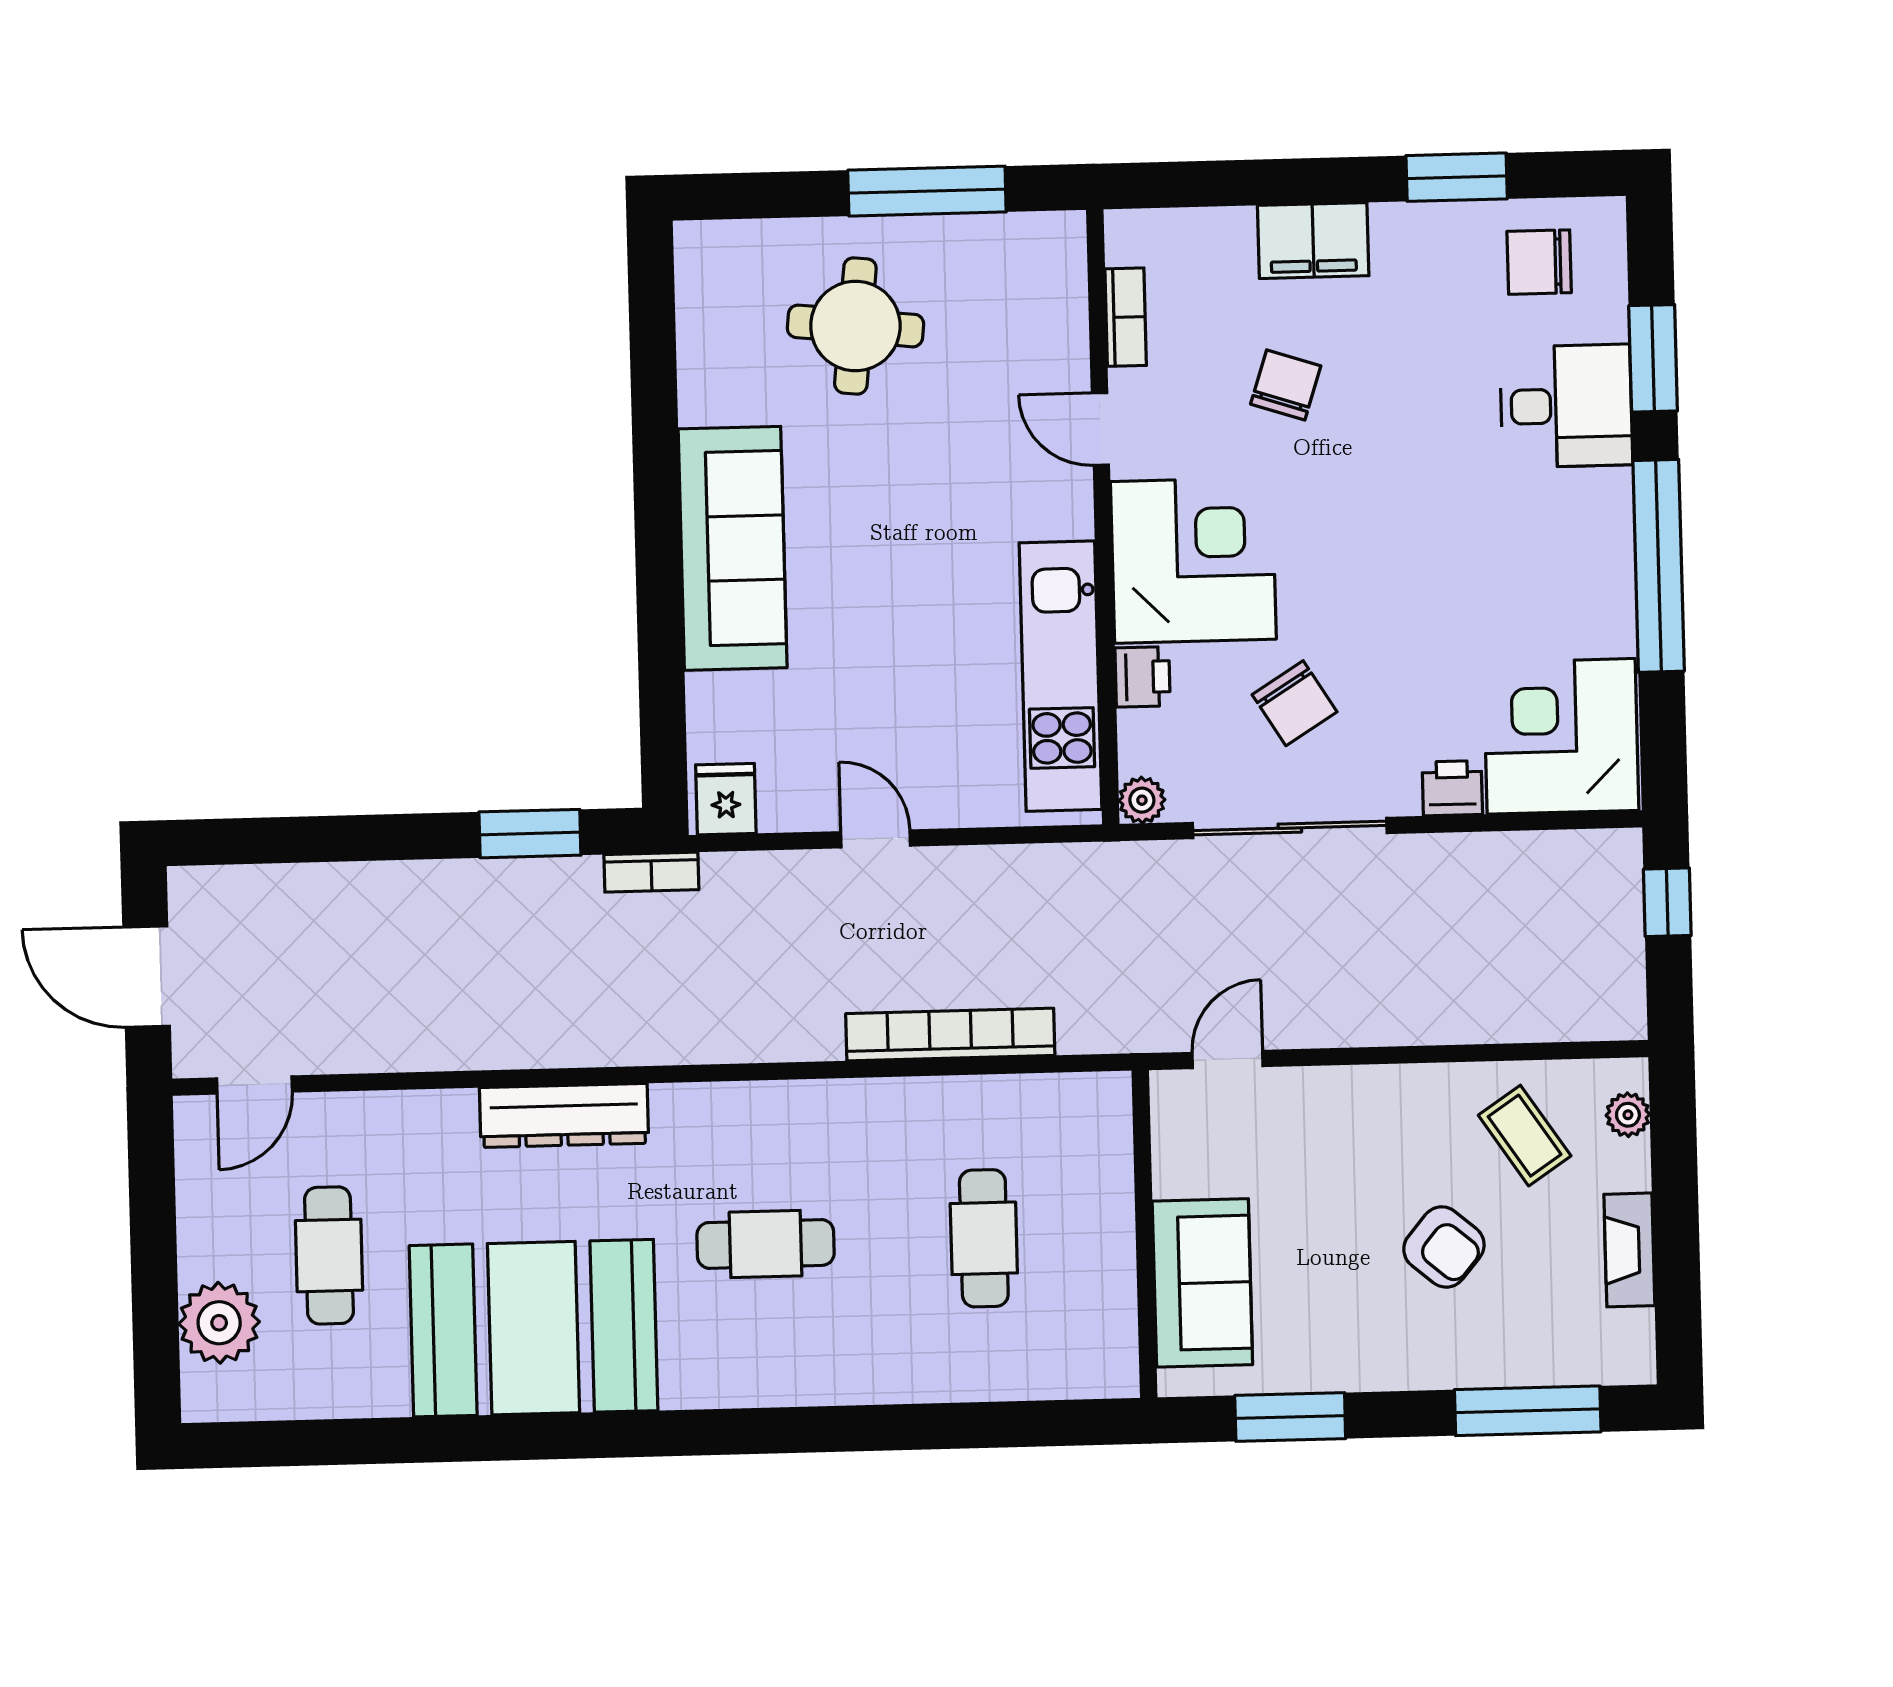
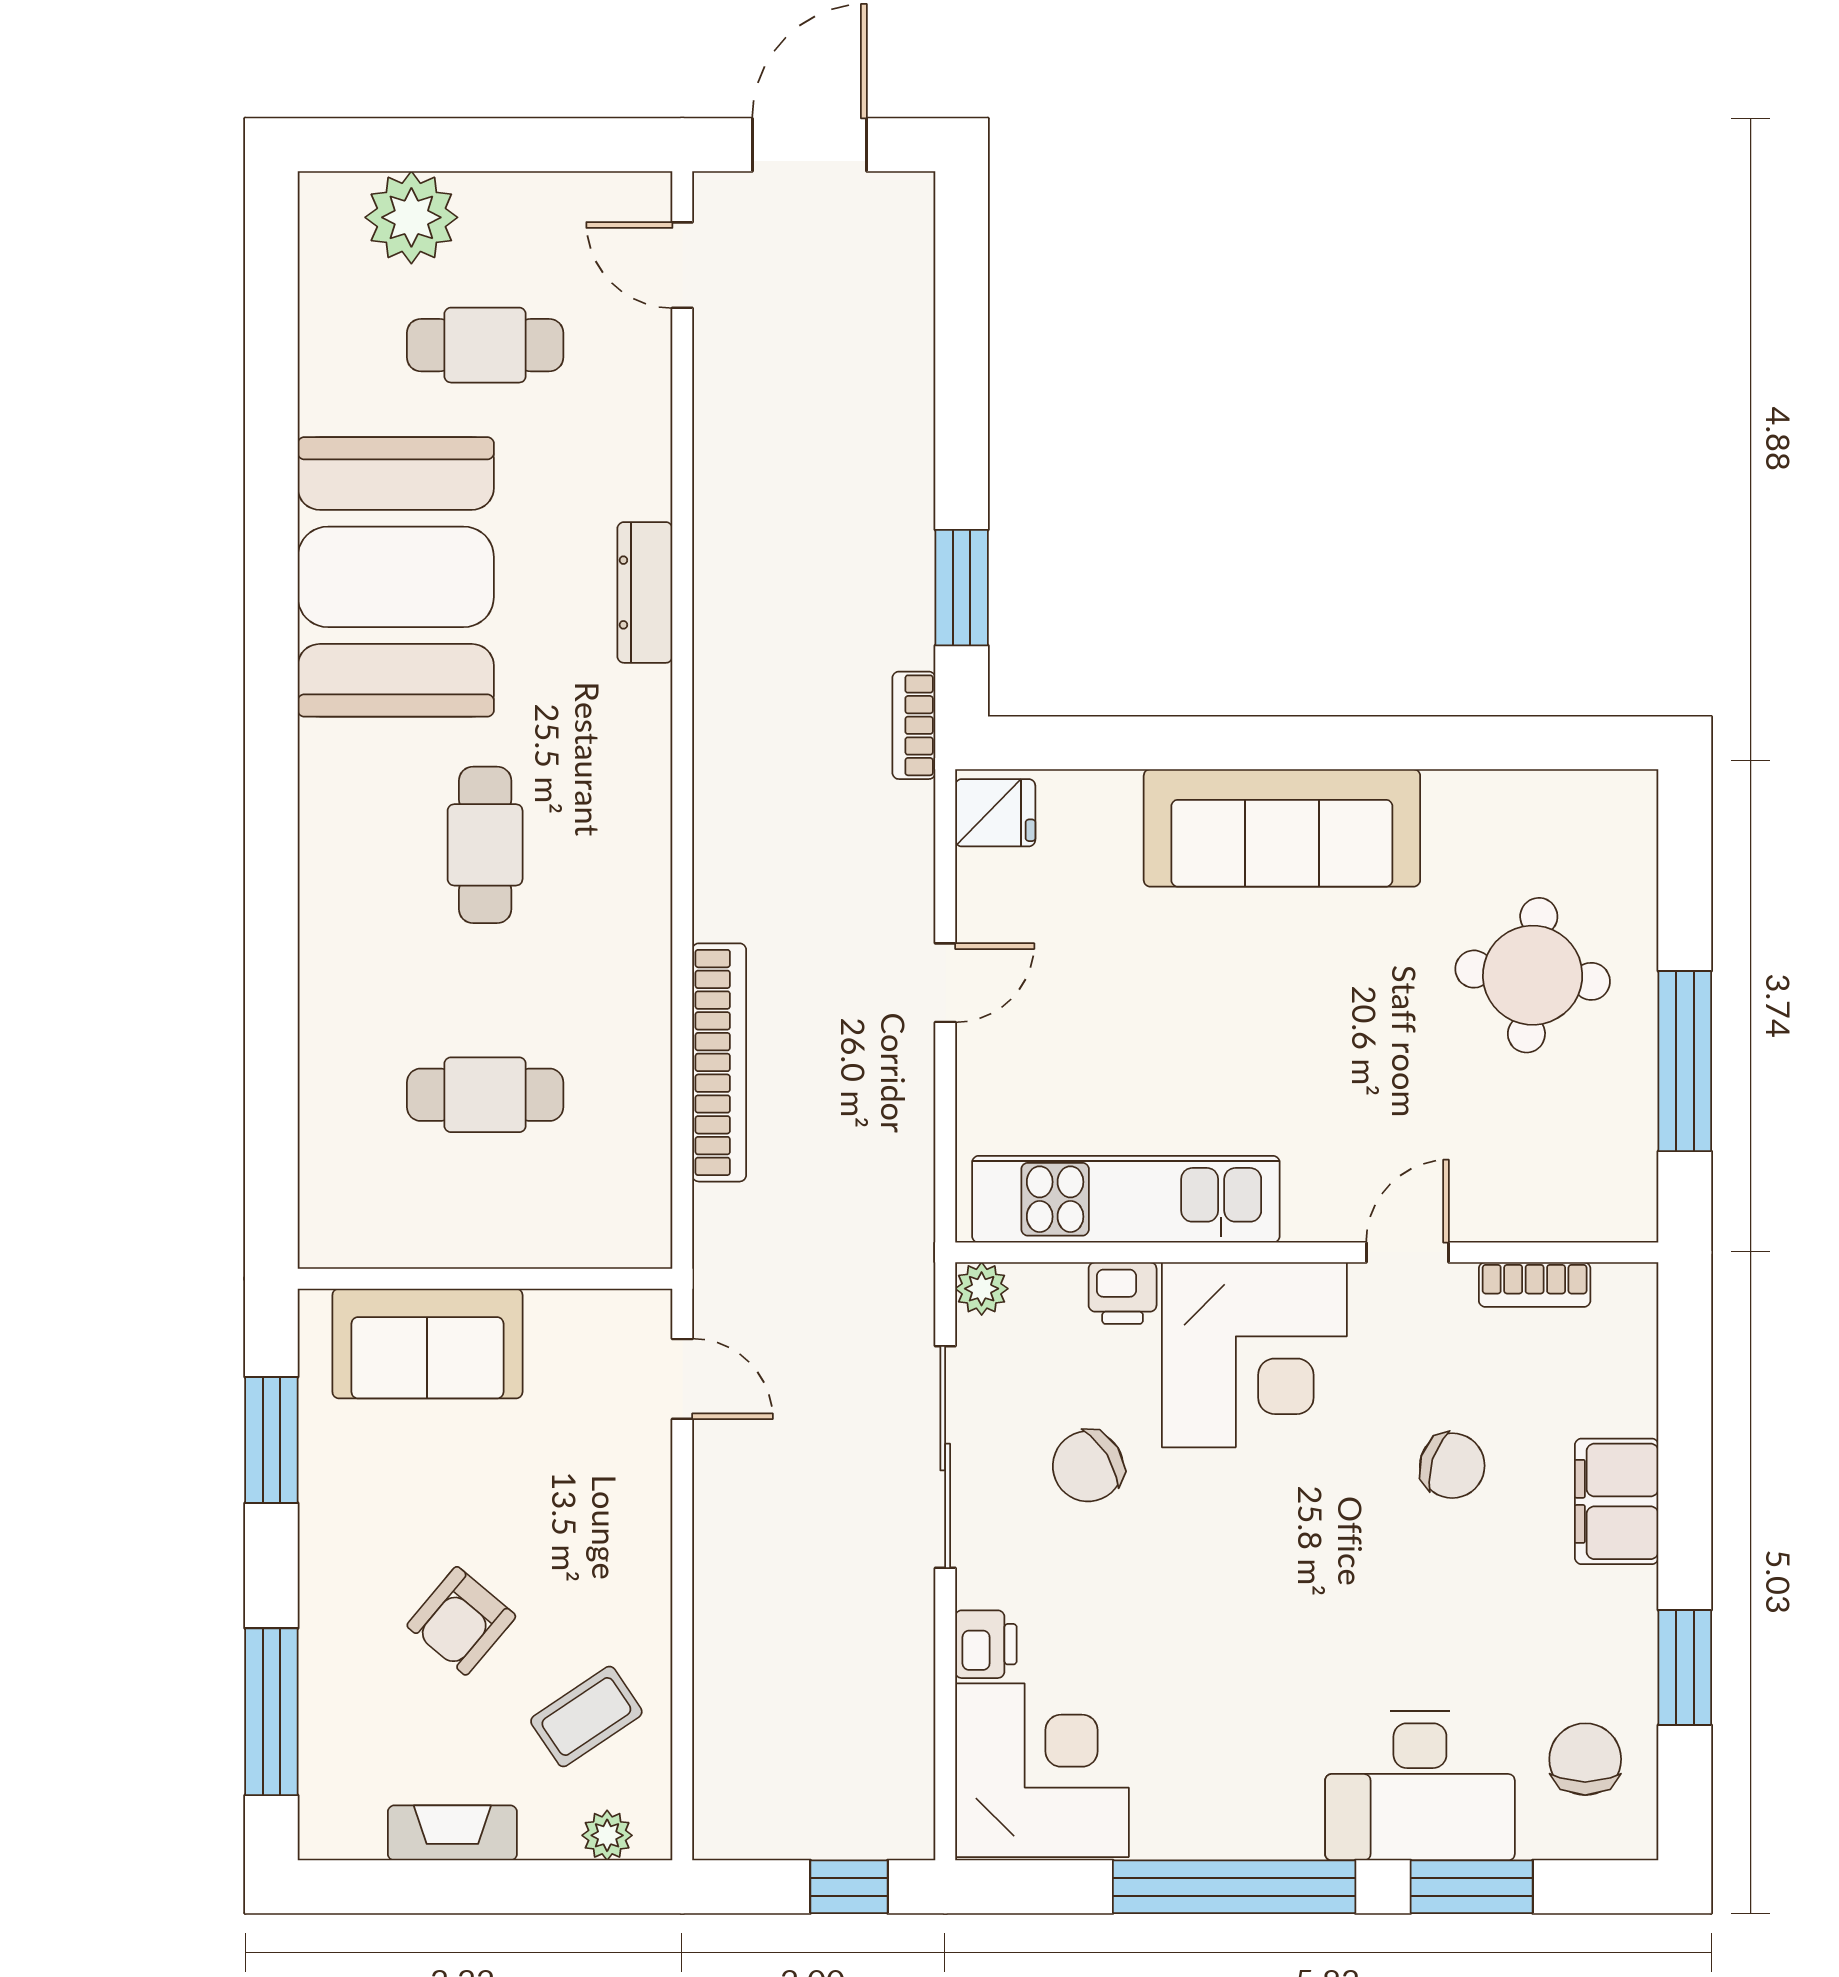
desk: (1566, 406) -> (1420, 1786), width x1.37
dresser: (564, 1115) -> (645, 592), width x0.73, depth x0.80

